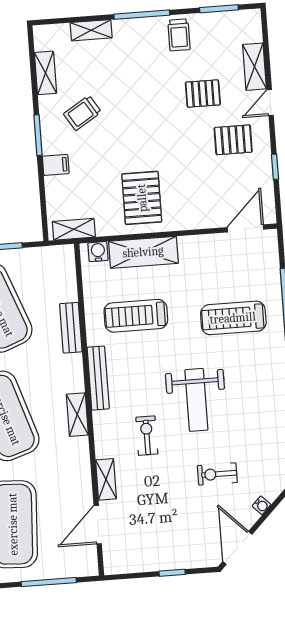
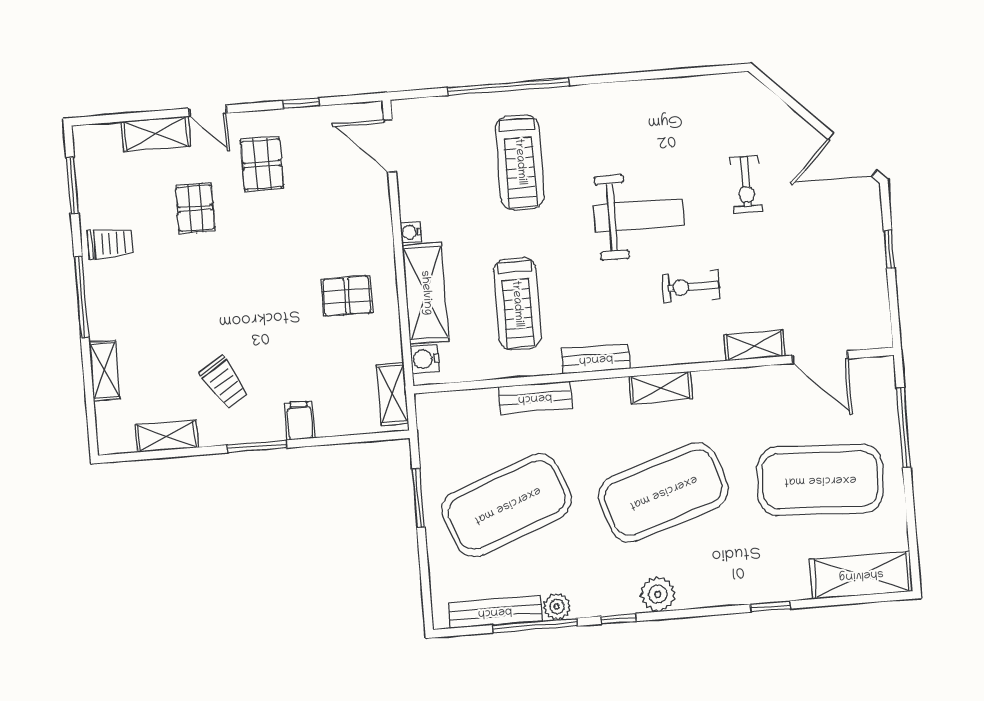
pallet: (142, 198) -> (347, 296), width x0.67, depth x0.71
bench: (98, 378) -> (596, 359), width x0.73
water cooler: (262, 505) -> (411, 232), moved, turned -135

